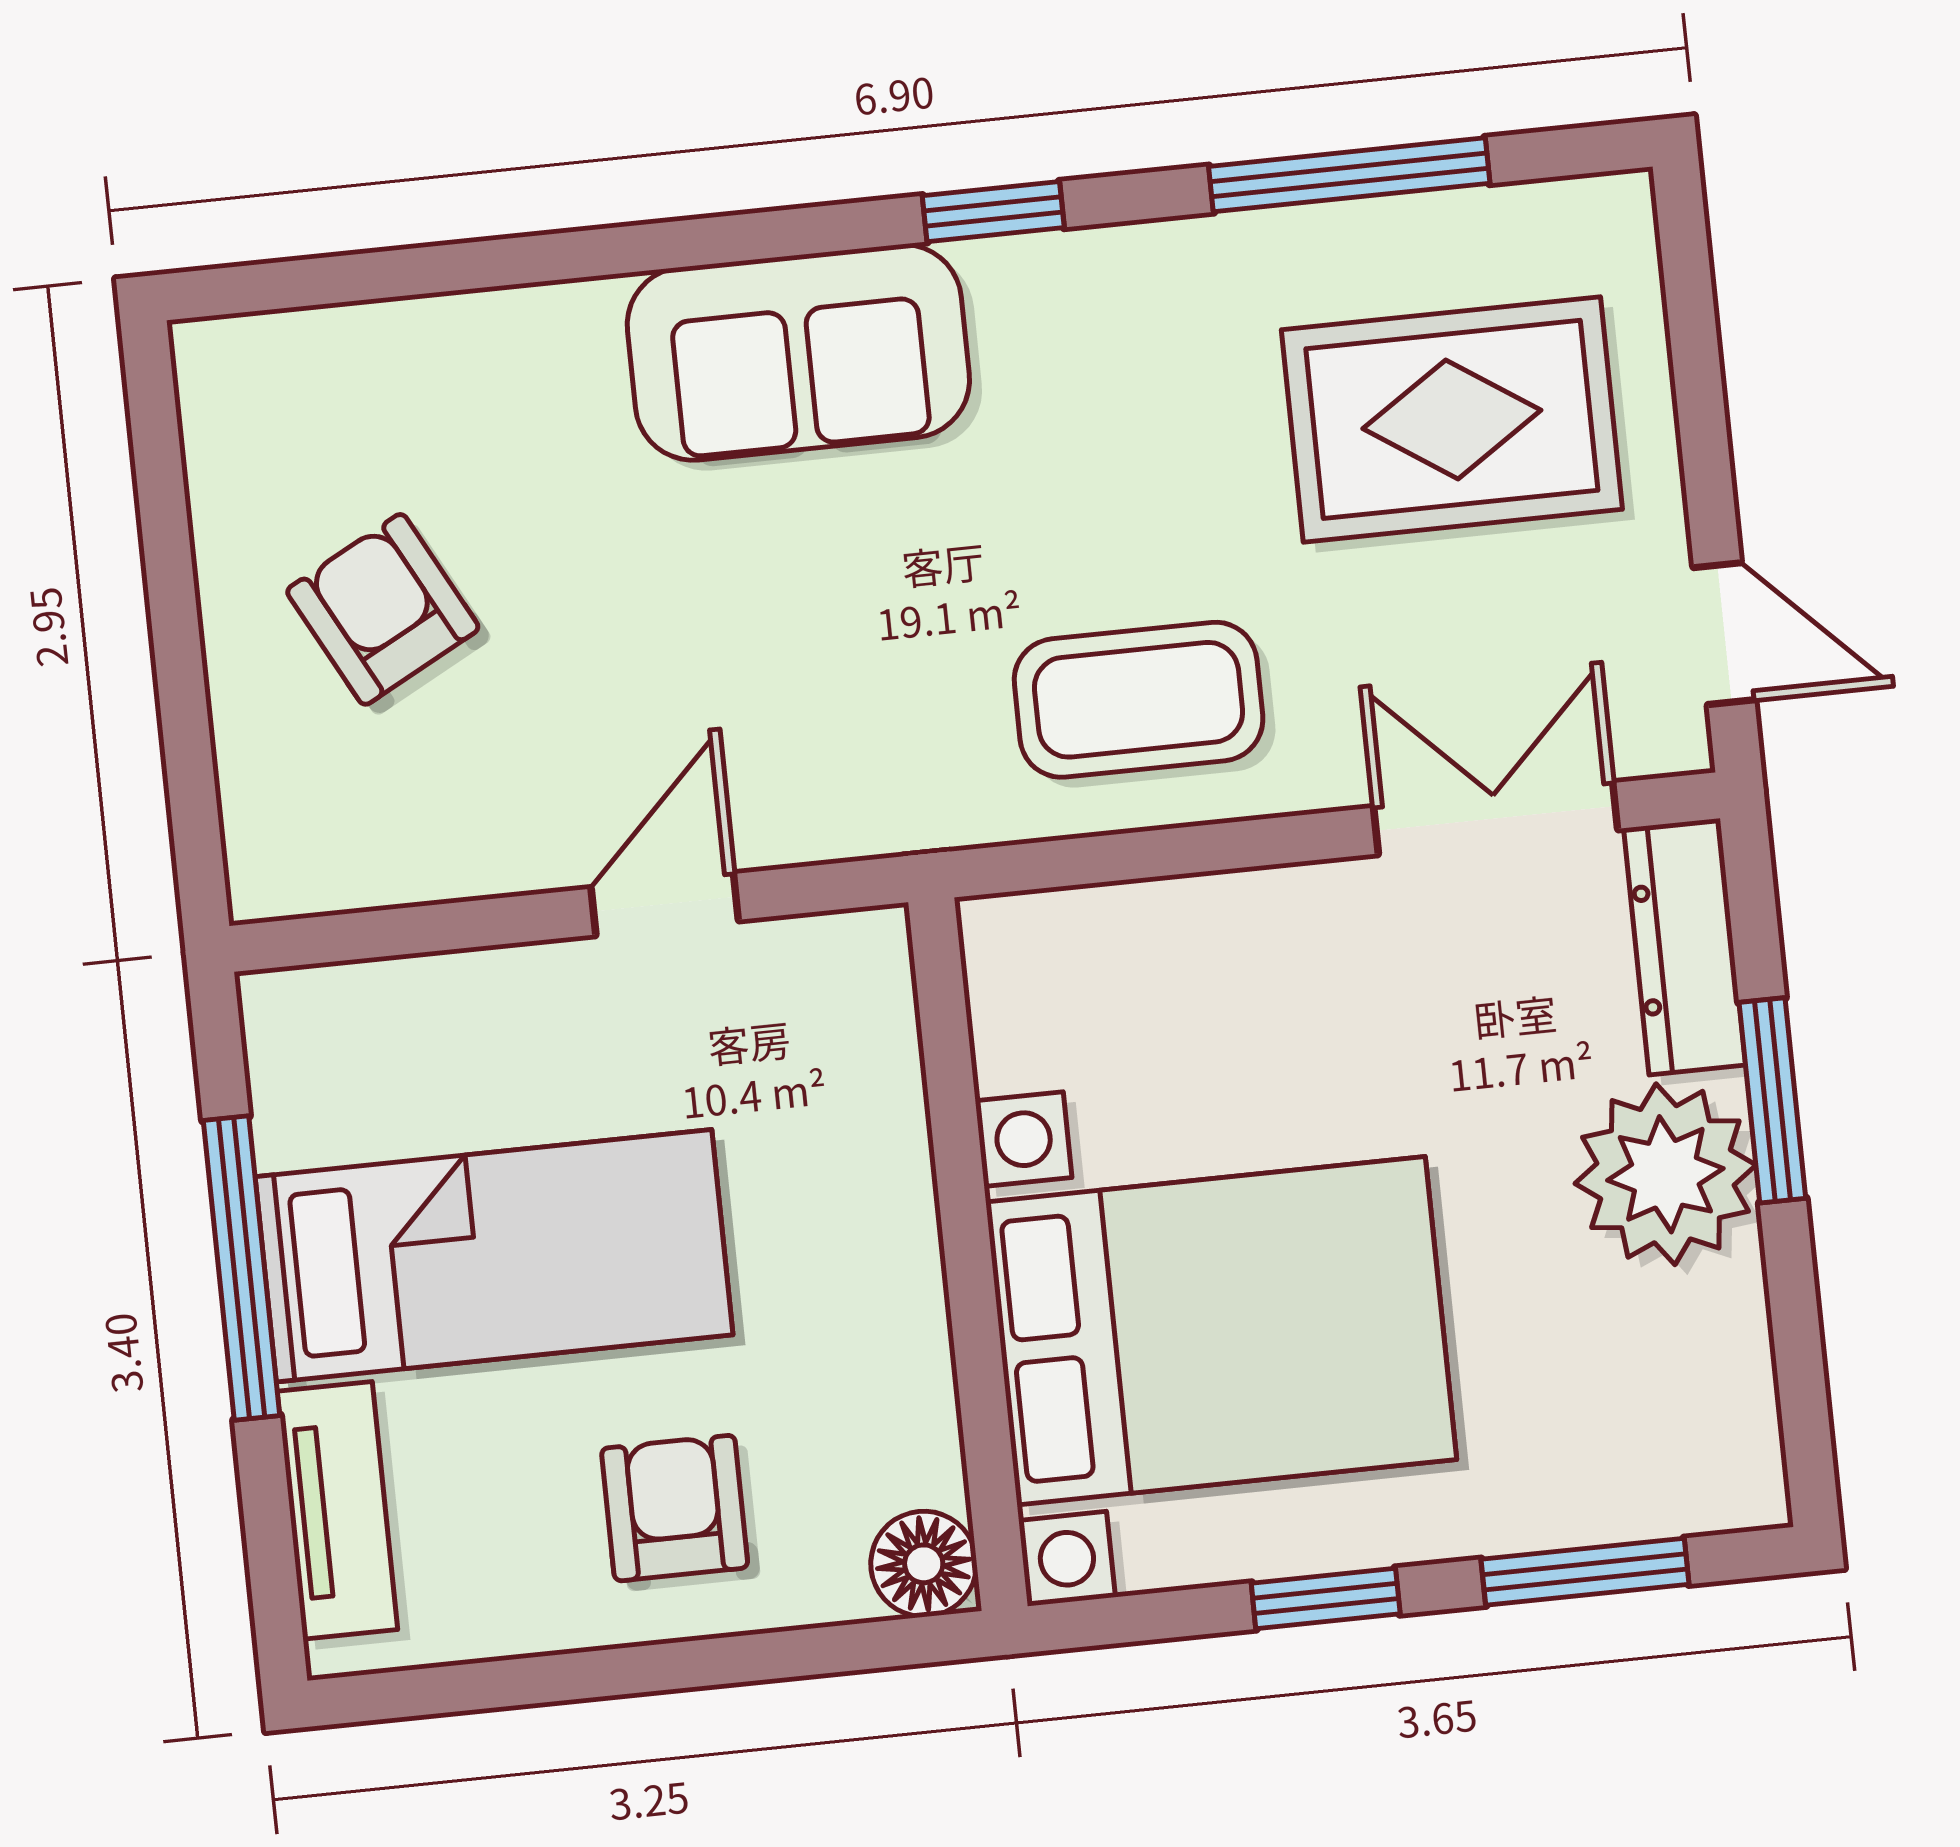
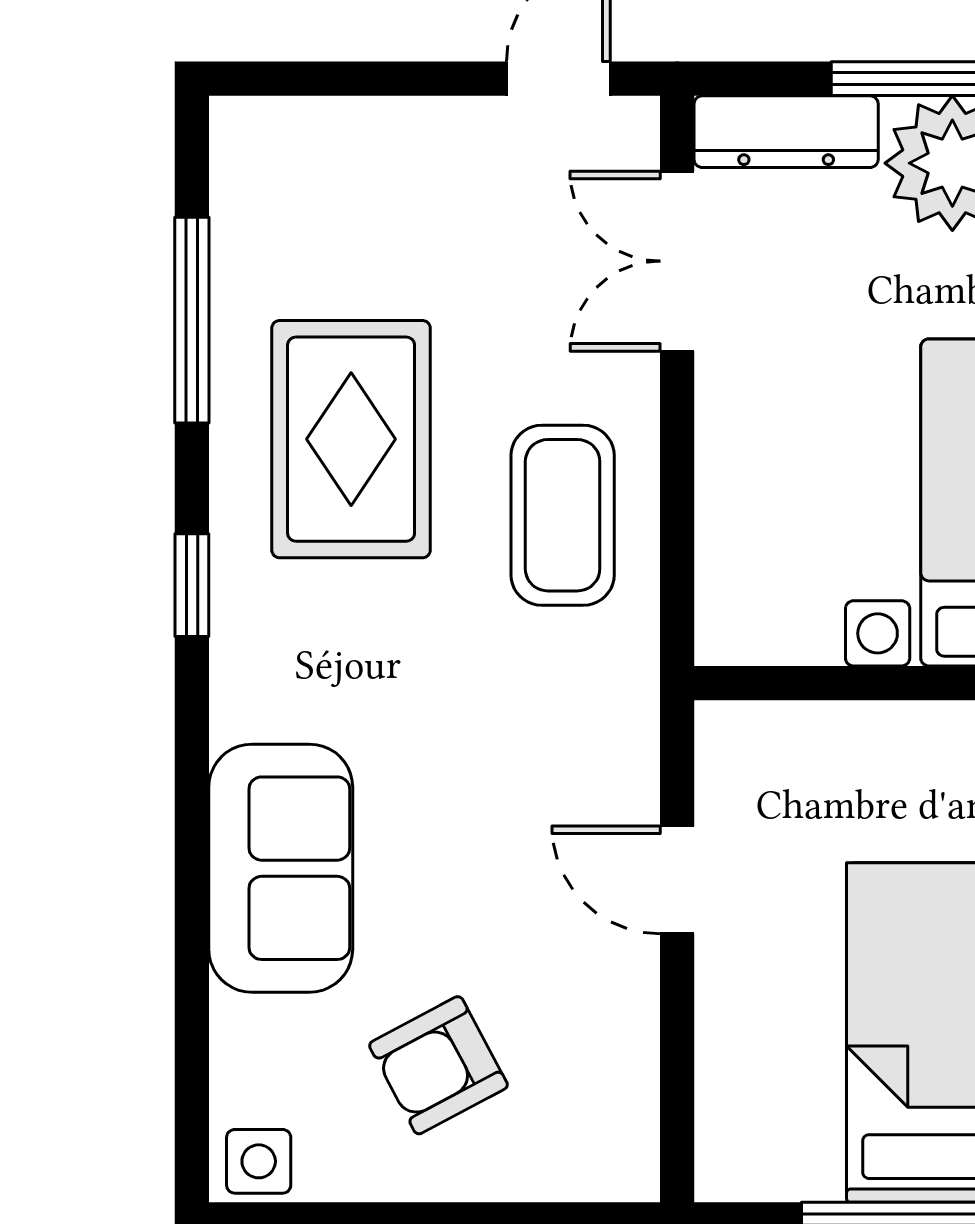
sofa: (798, 352) -> (281, 868), moved
side table: (229, 381) -> (259, 1161), added
rug: (1452, 419) -> (351, 439), moved

